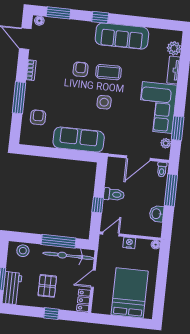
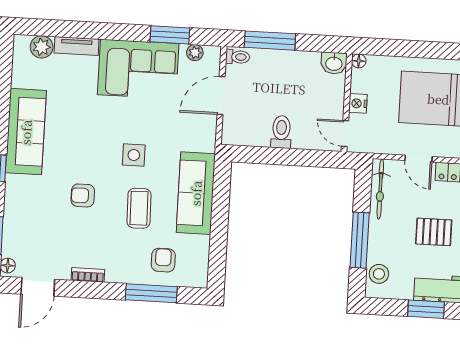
coffee table: (108, 72) -> (139, 208), moved
window: (19, 98) -> (151, 293), moved
armchair: (38, 117) -> (163, 260), turned 90
door: (138, 158) -> (221, 96), swing flipped
window: (98, 205) -> (299, 157), removed
washbasin: (157, 214) -> (334, 63), moved
window: (59, 241) -> (360, 240), moved
bicycle: (68, 256) -> (380, 189), width x0.73, depth x0.71

